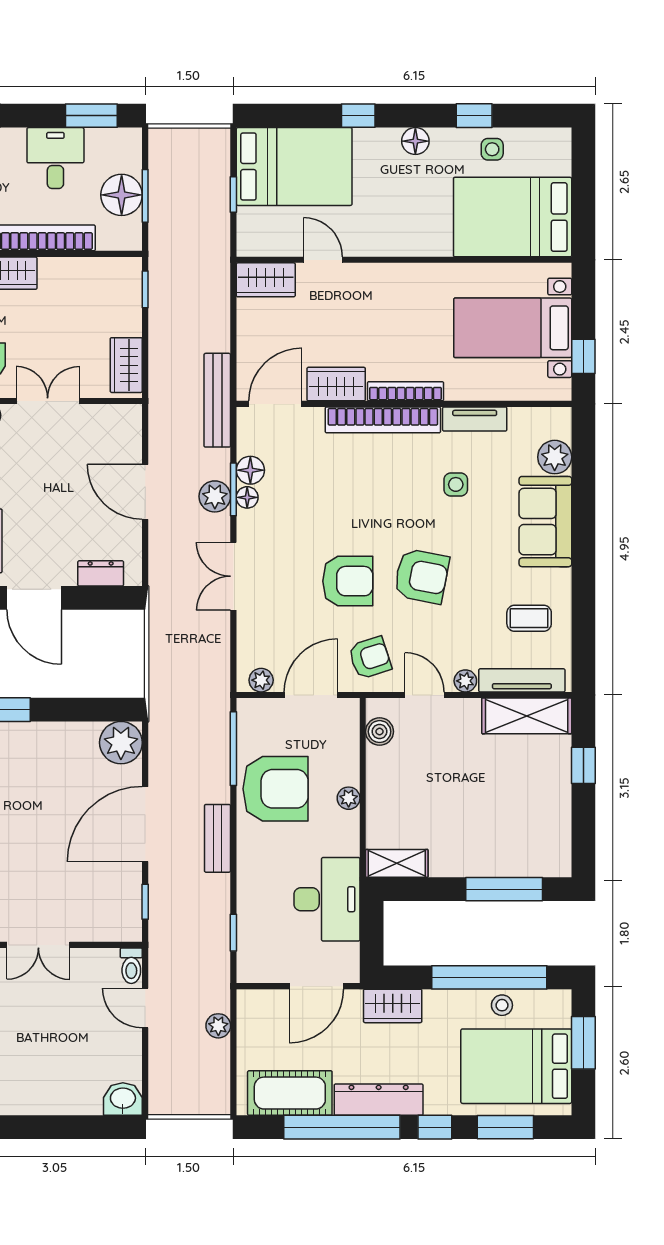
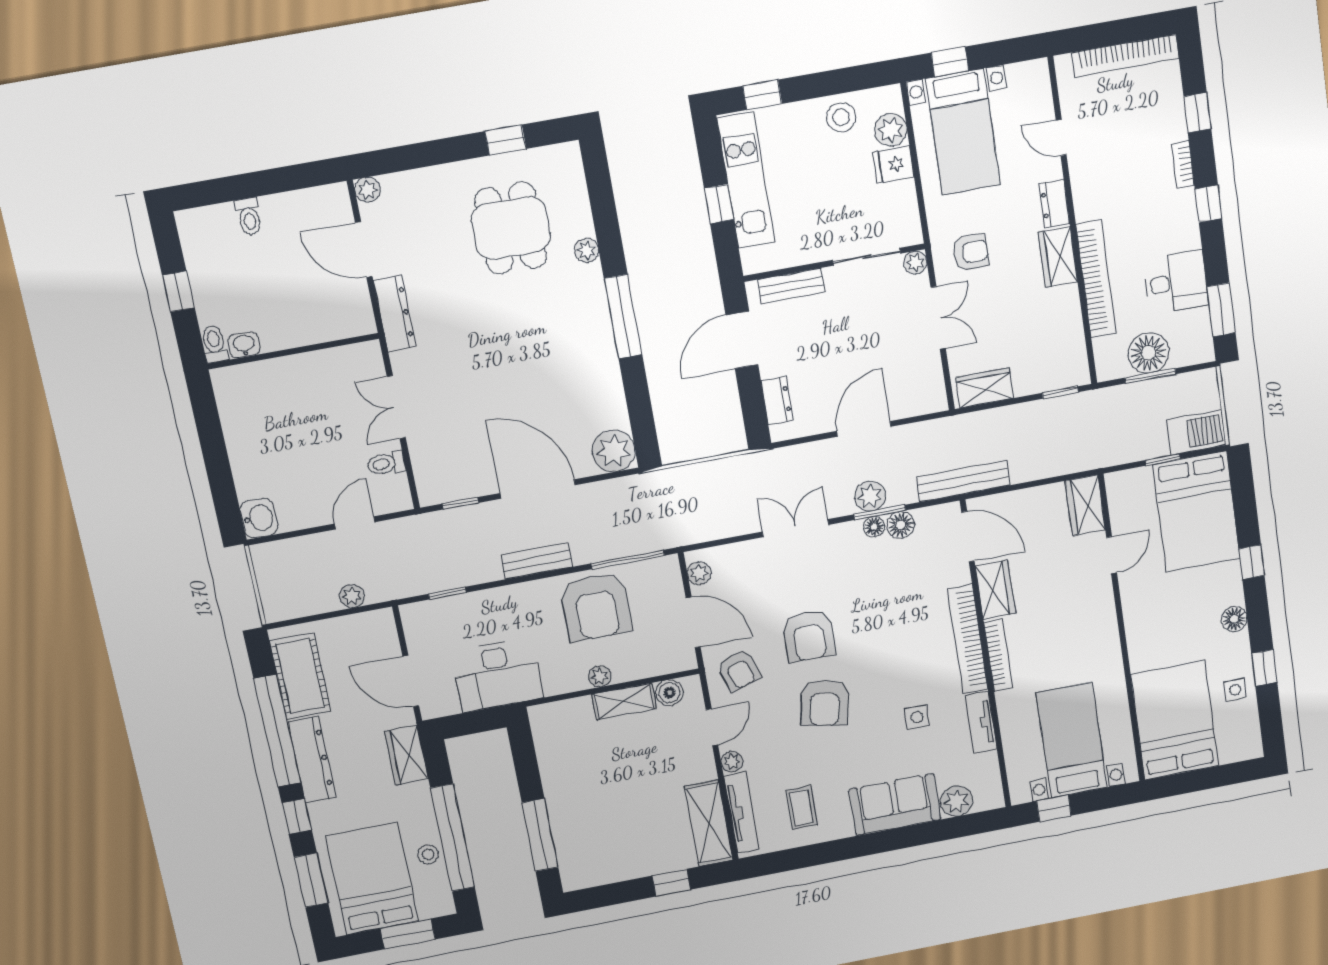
barbecue: (212, 156) -> (1197, 432), added
shelving: (397, 863) -> (624, 701), moved, turned 90
toilet: (131, 966) -> (386, 463), moved

